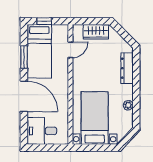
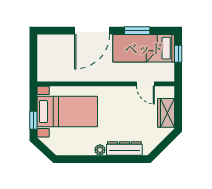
plant: (128, 105) -> (100, 150), moved
desk: (42, 131) -> (53, 51), removed
window: (102, 148) -> (33, 120), added

